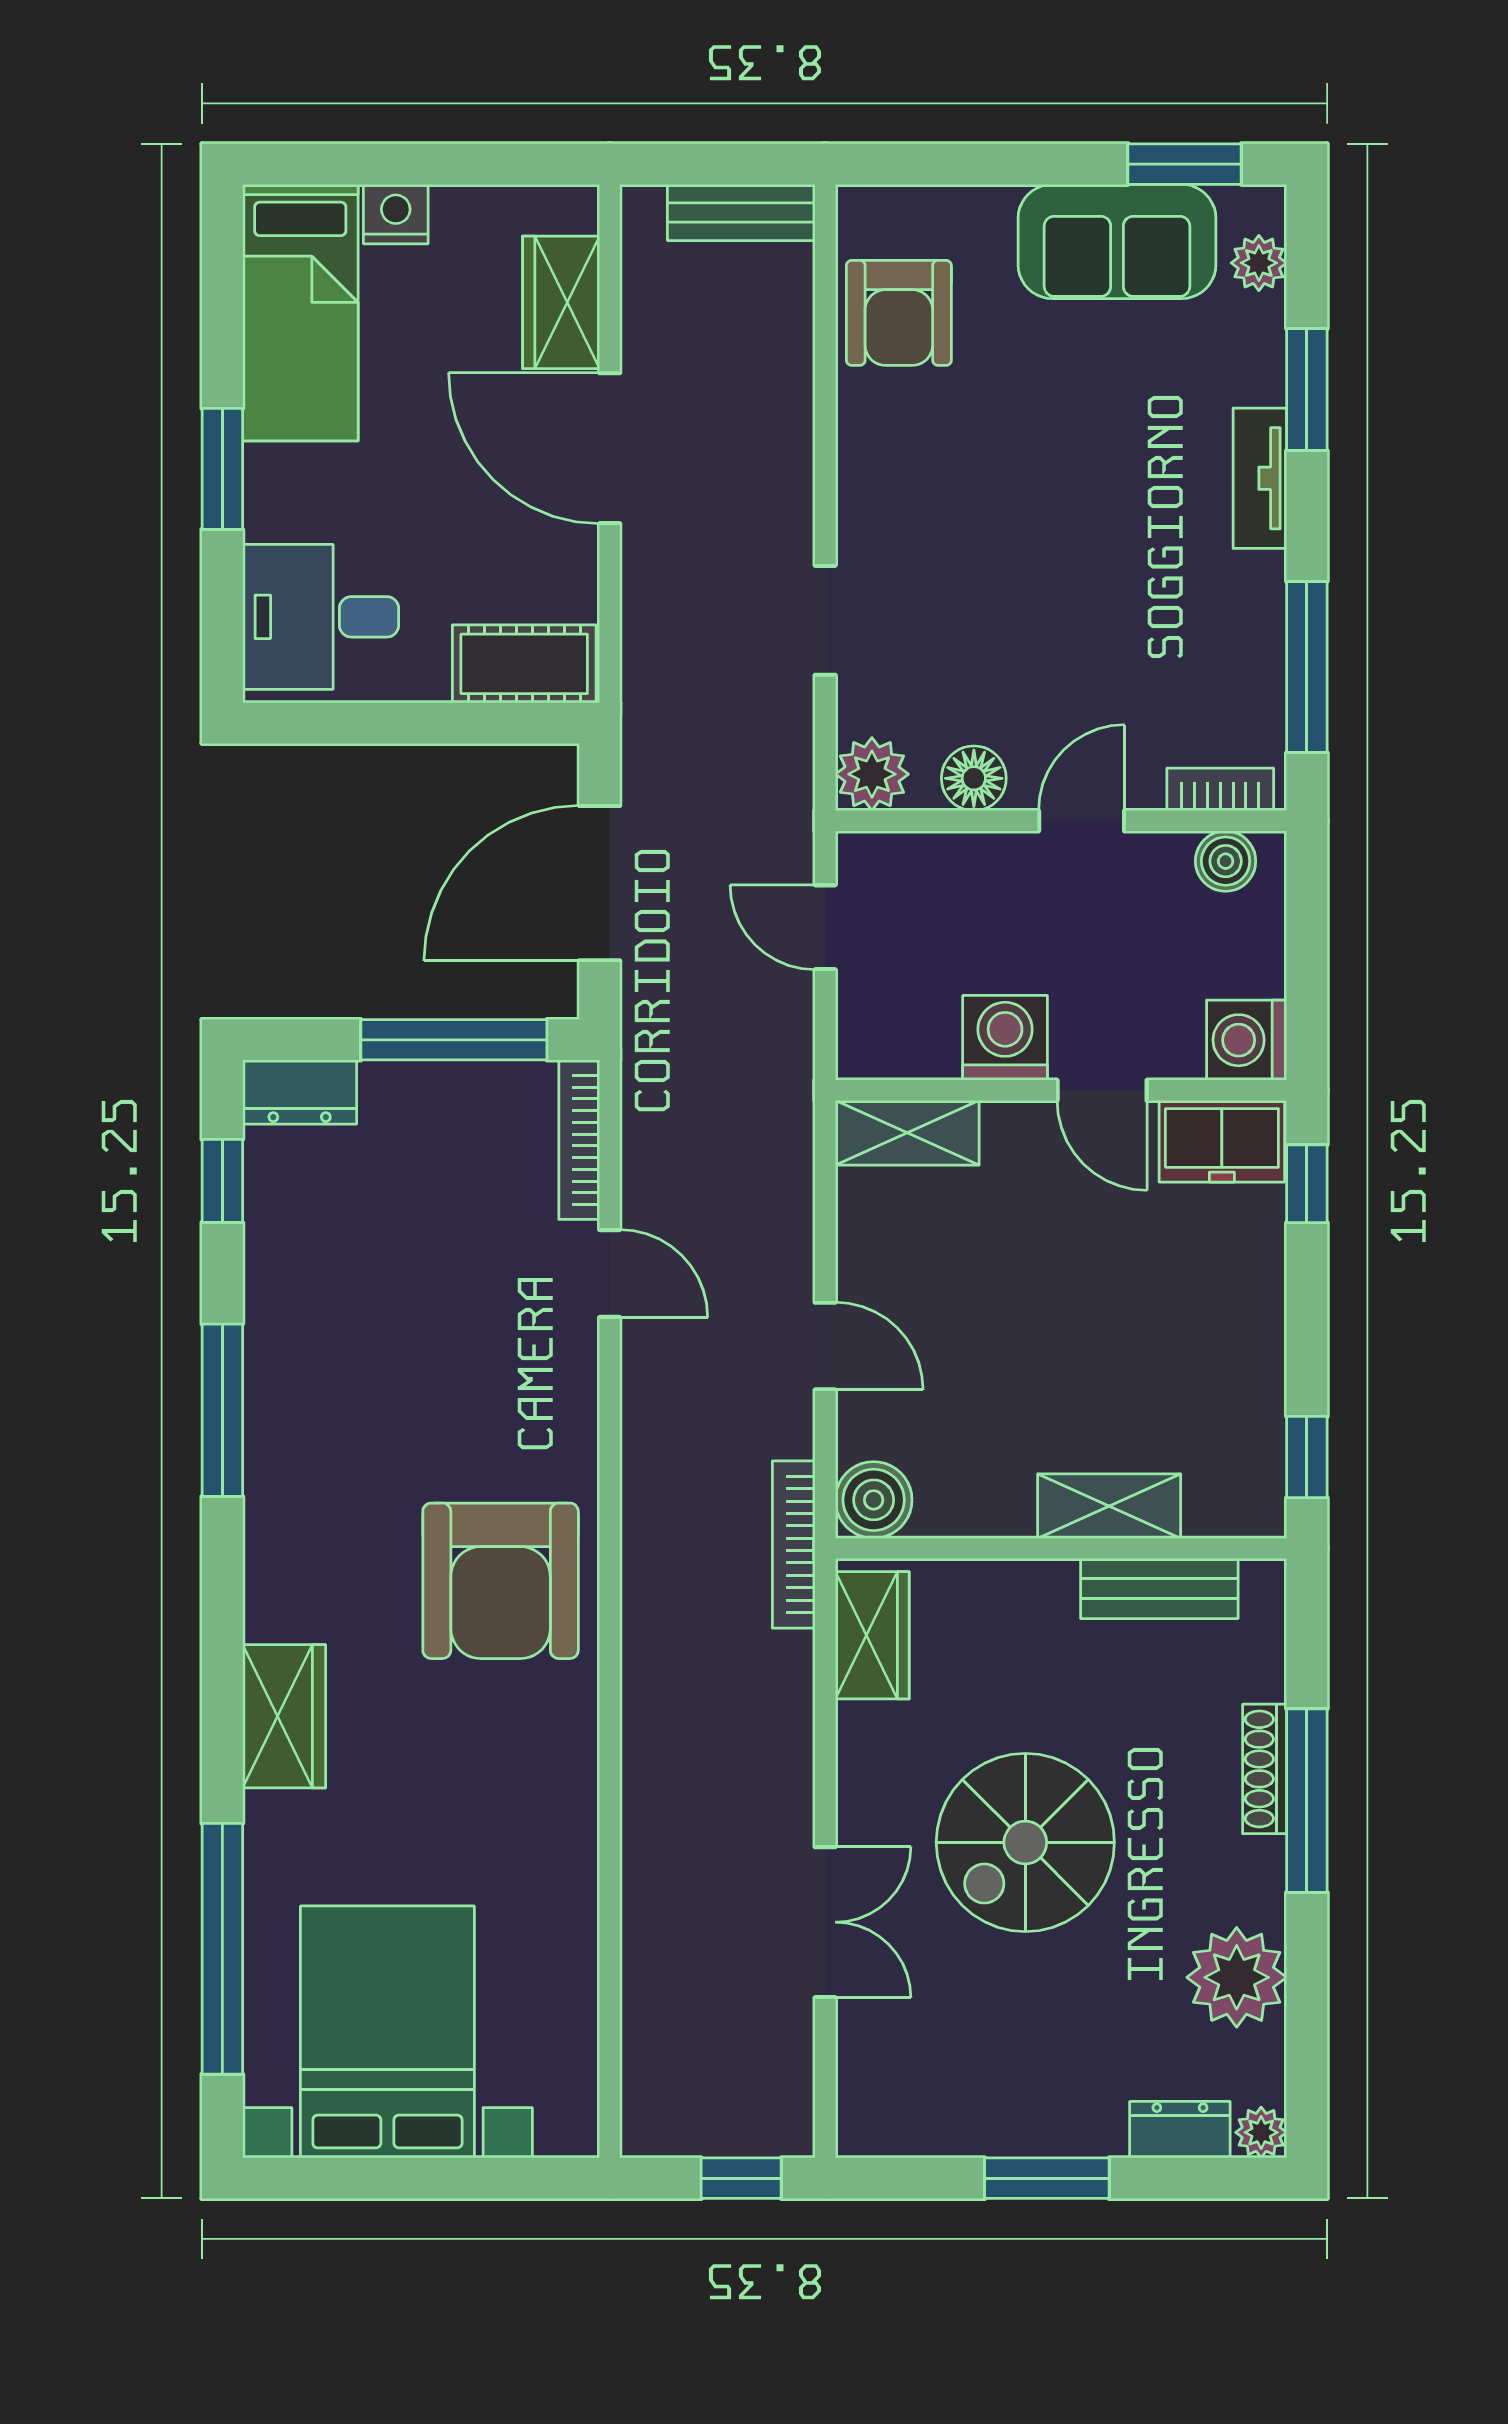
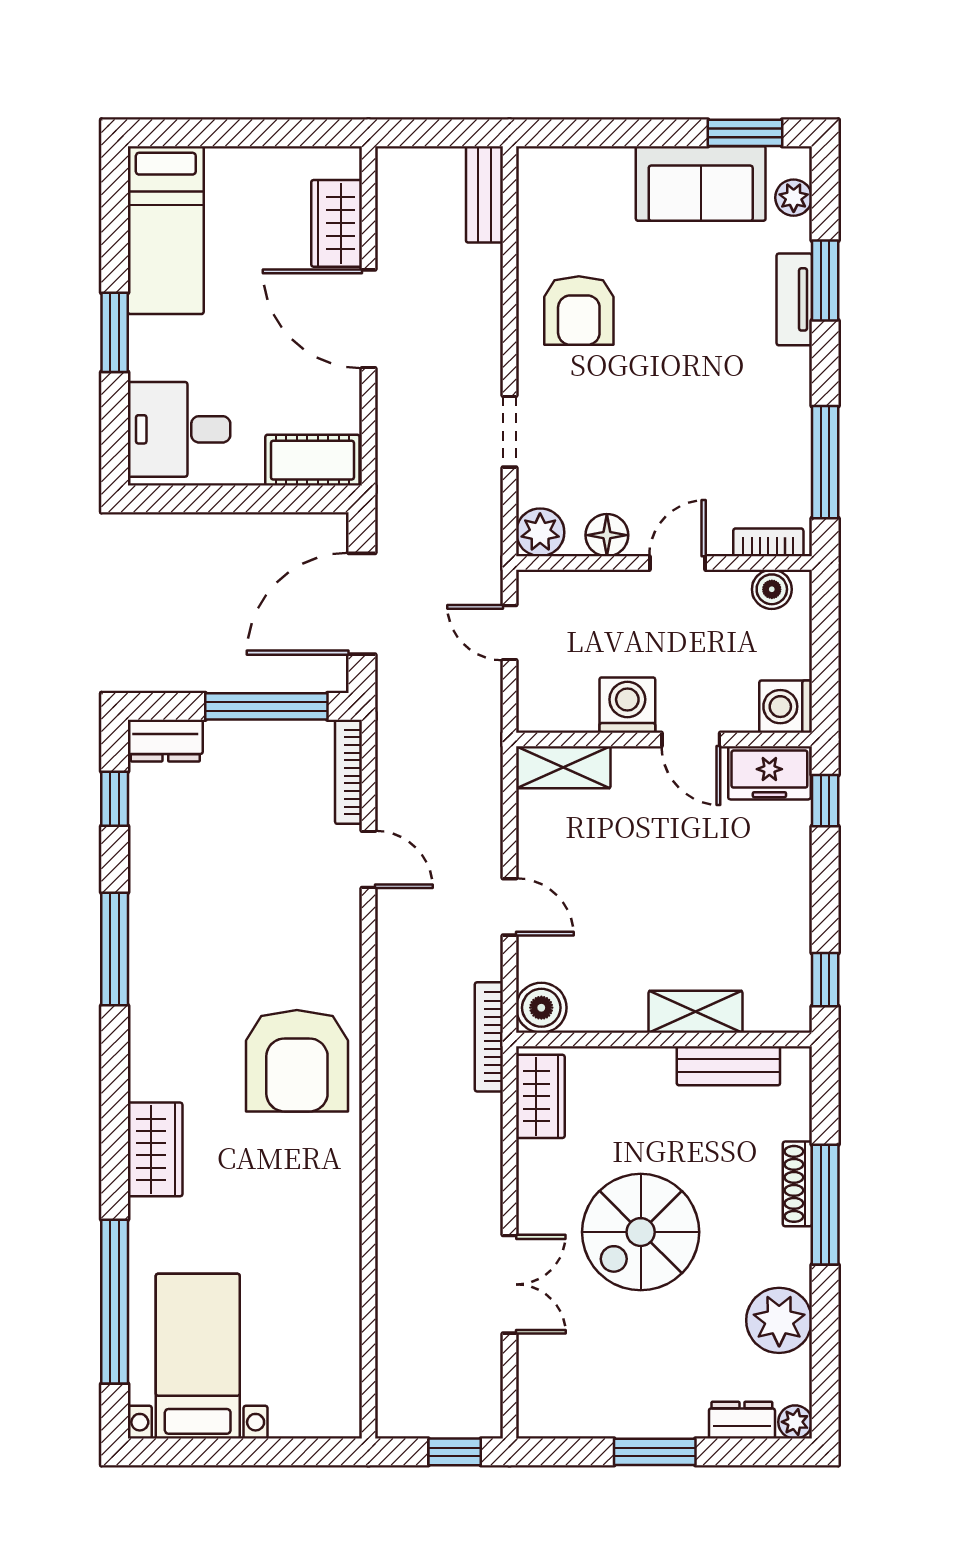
bench: (741, 212) -> (484, 194), moved, turned 90
nightstand: (396, 214) -> (228, 166), removed
armchair: (899, 313) -> (579, 310), moved
tv unit: (1260, 478) -> (794, 299), moved
bed with nightstands: (387, 2032) -> (198, 1356), width x0.73

